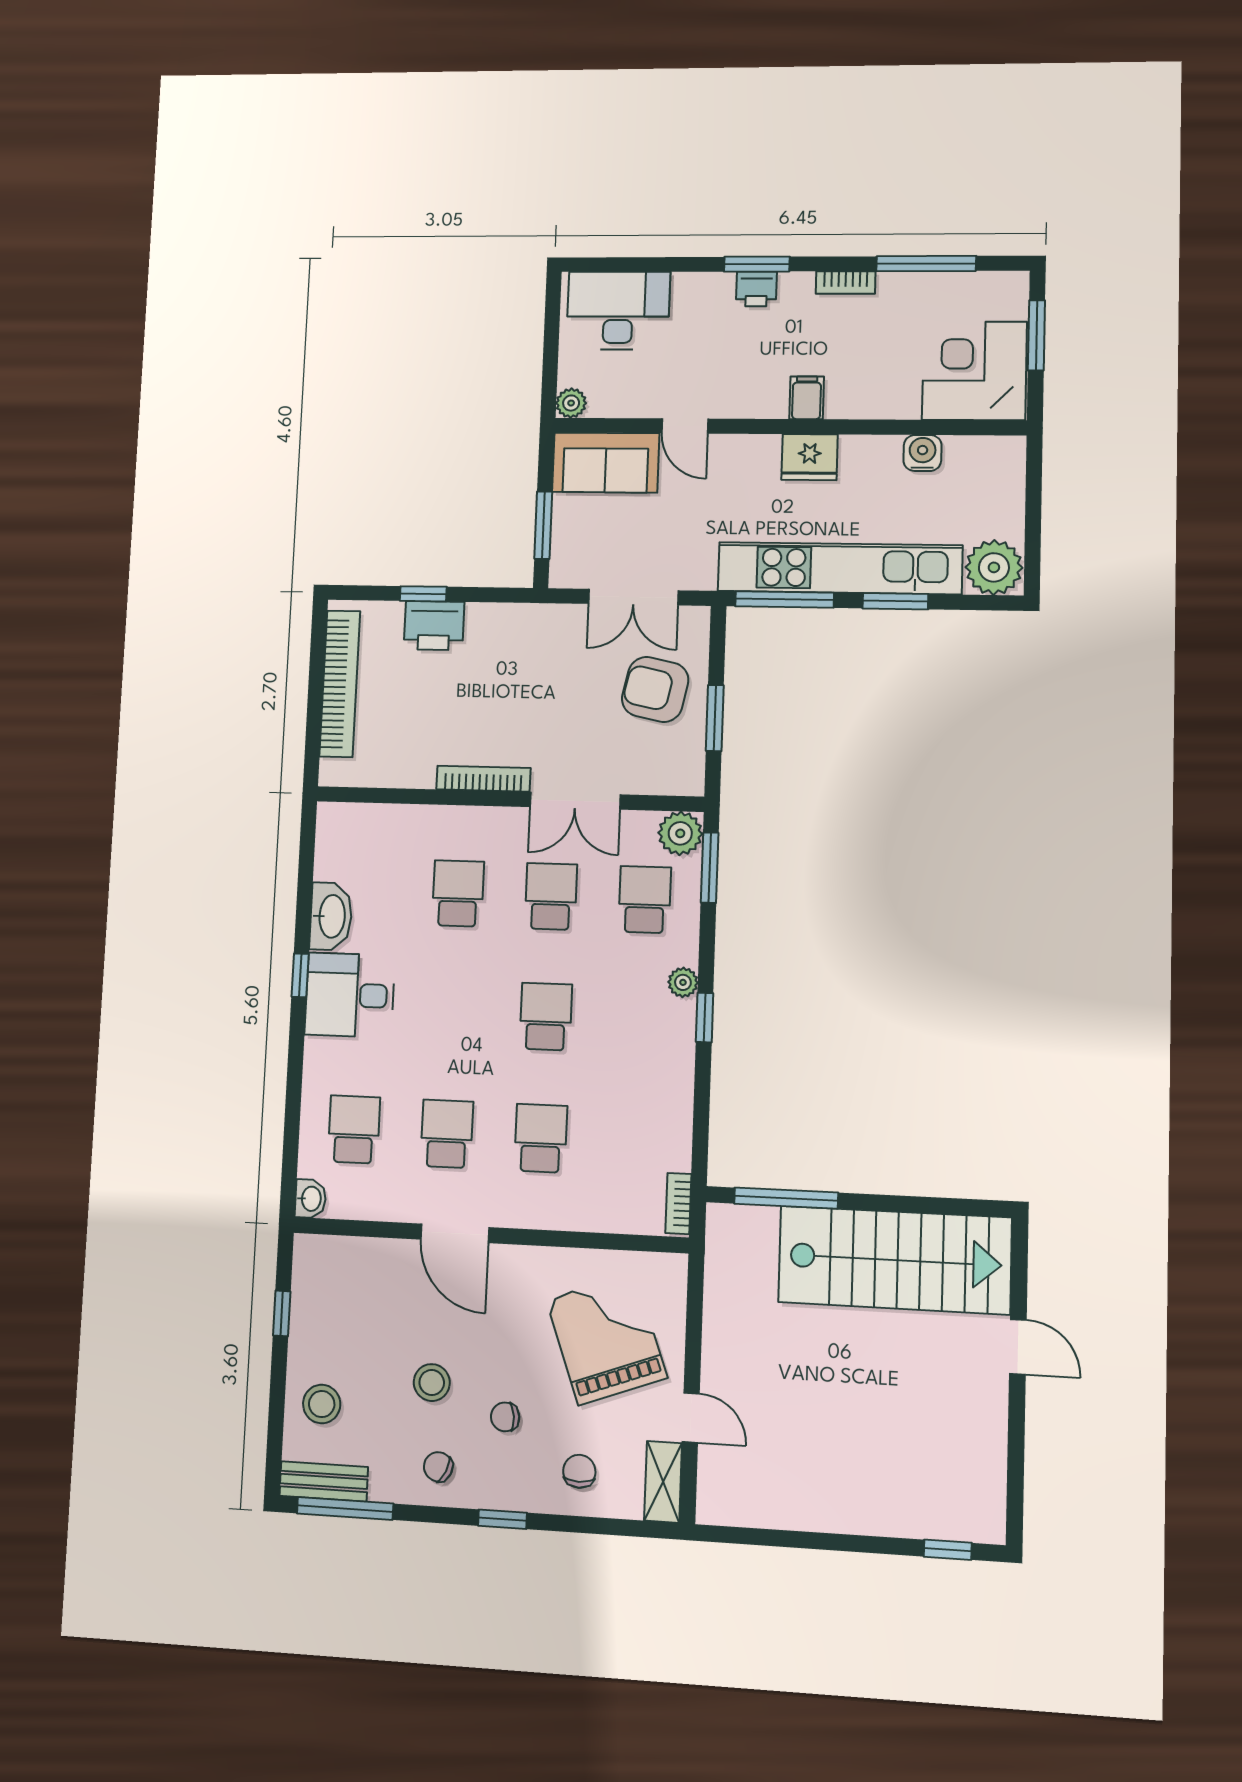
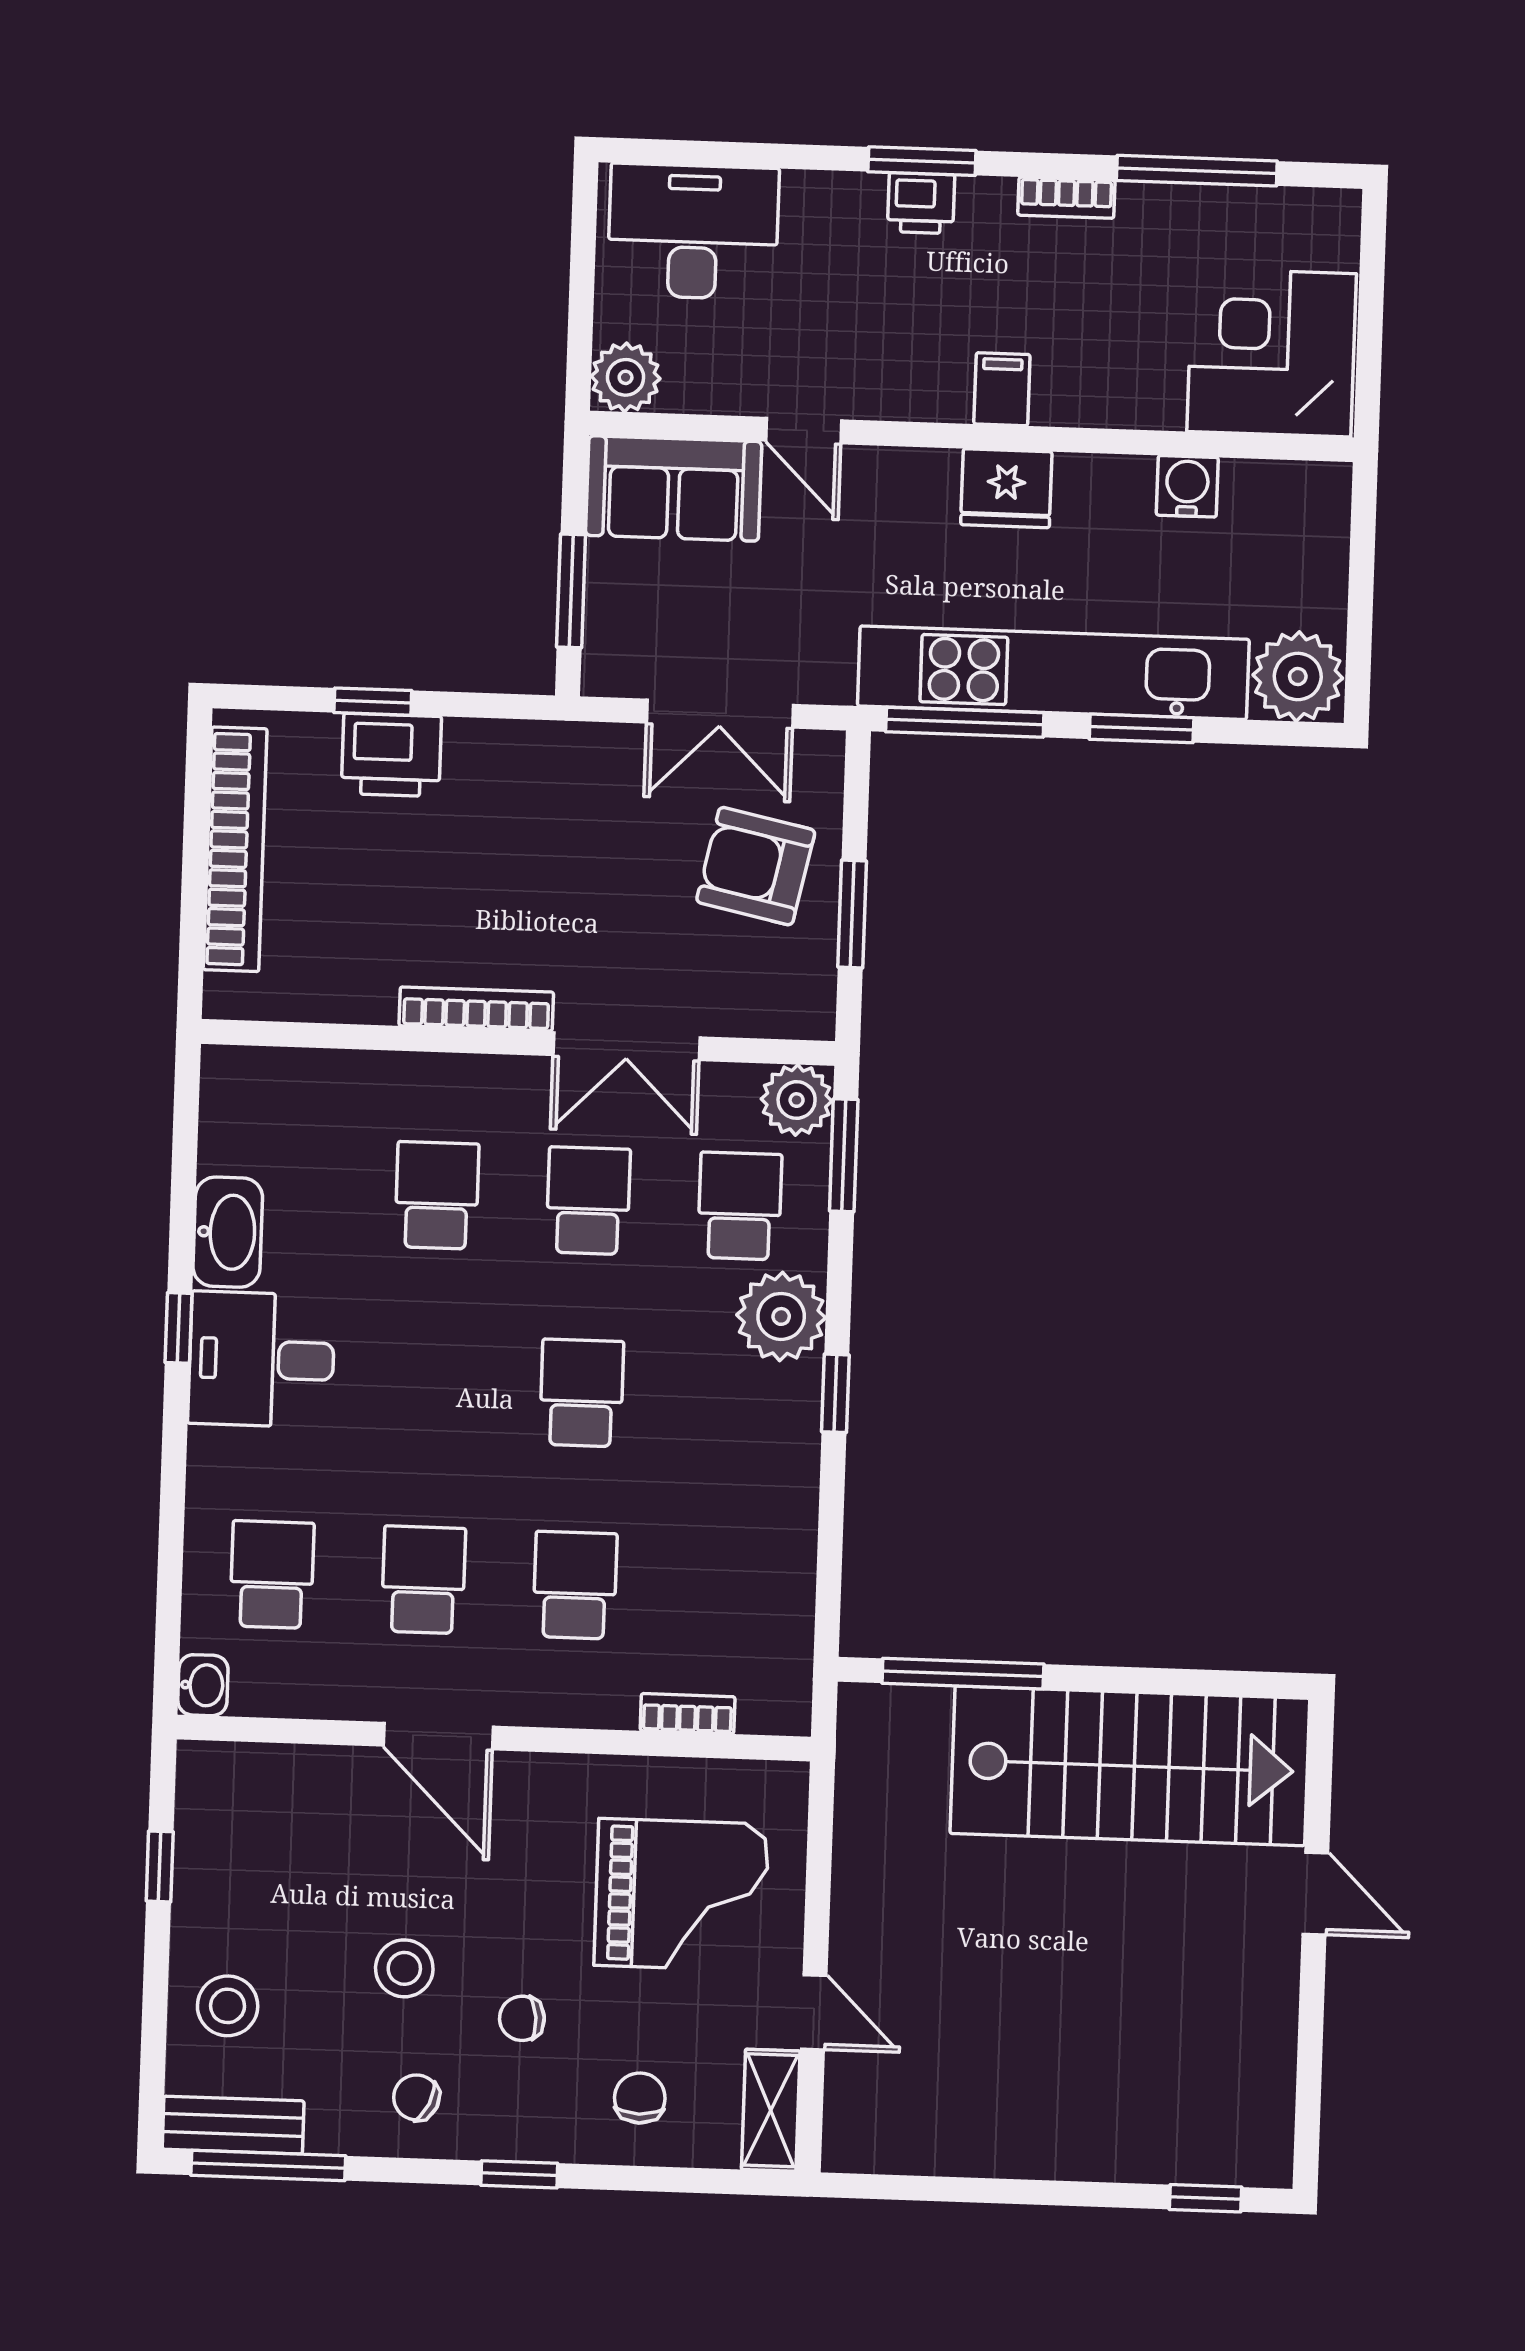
window: (1036, 335) -> (1371, 297), removed
plant: (571, 403) -> (626, 377), width x1.38, depth x1.38
plant: (683, 982) -> (781, 1316), width x1.88, depth x1.88
bookcase: (678, 1204) -> (688, 1714), moved, turned 90
grand piano: (606, 1339) -> (681, 1895), turned 110

